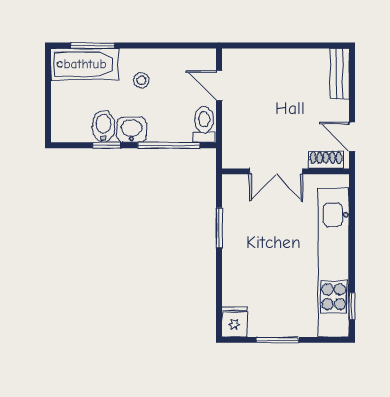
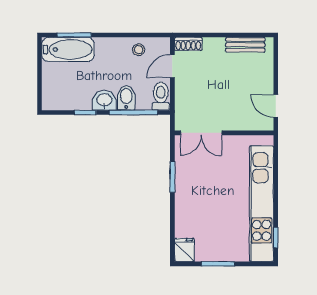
bench: (339, 74) -> (245, 45), moved, turned 90
stool: (141, 80) -> (139, 50), moved
door: (219, 86) -> (172, 66), hinge flipped
bidet: (103, 126) -> (126, 98), moved
shoe rack: (326, 160) -> (188, 44), moved, turned 180
double door: (276, 171) -> (201, 133), moved

